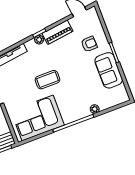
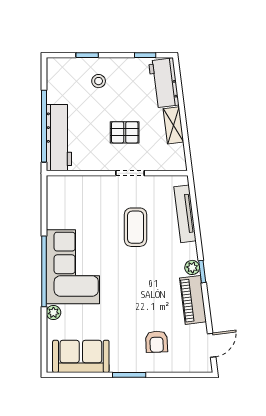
sofa: (109, 70) -> (81, 356), moved
coffee table: (48, 80) -> (136, 227), moved
corner sofa: (38, 118) -> (73, 267), moved

